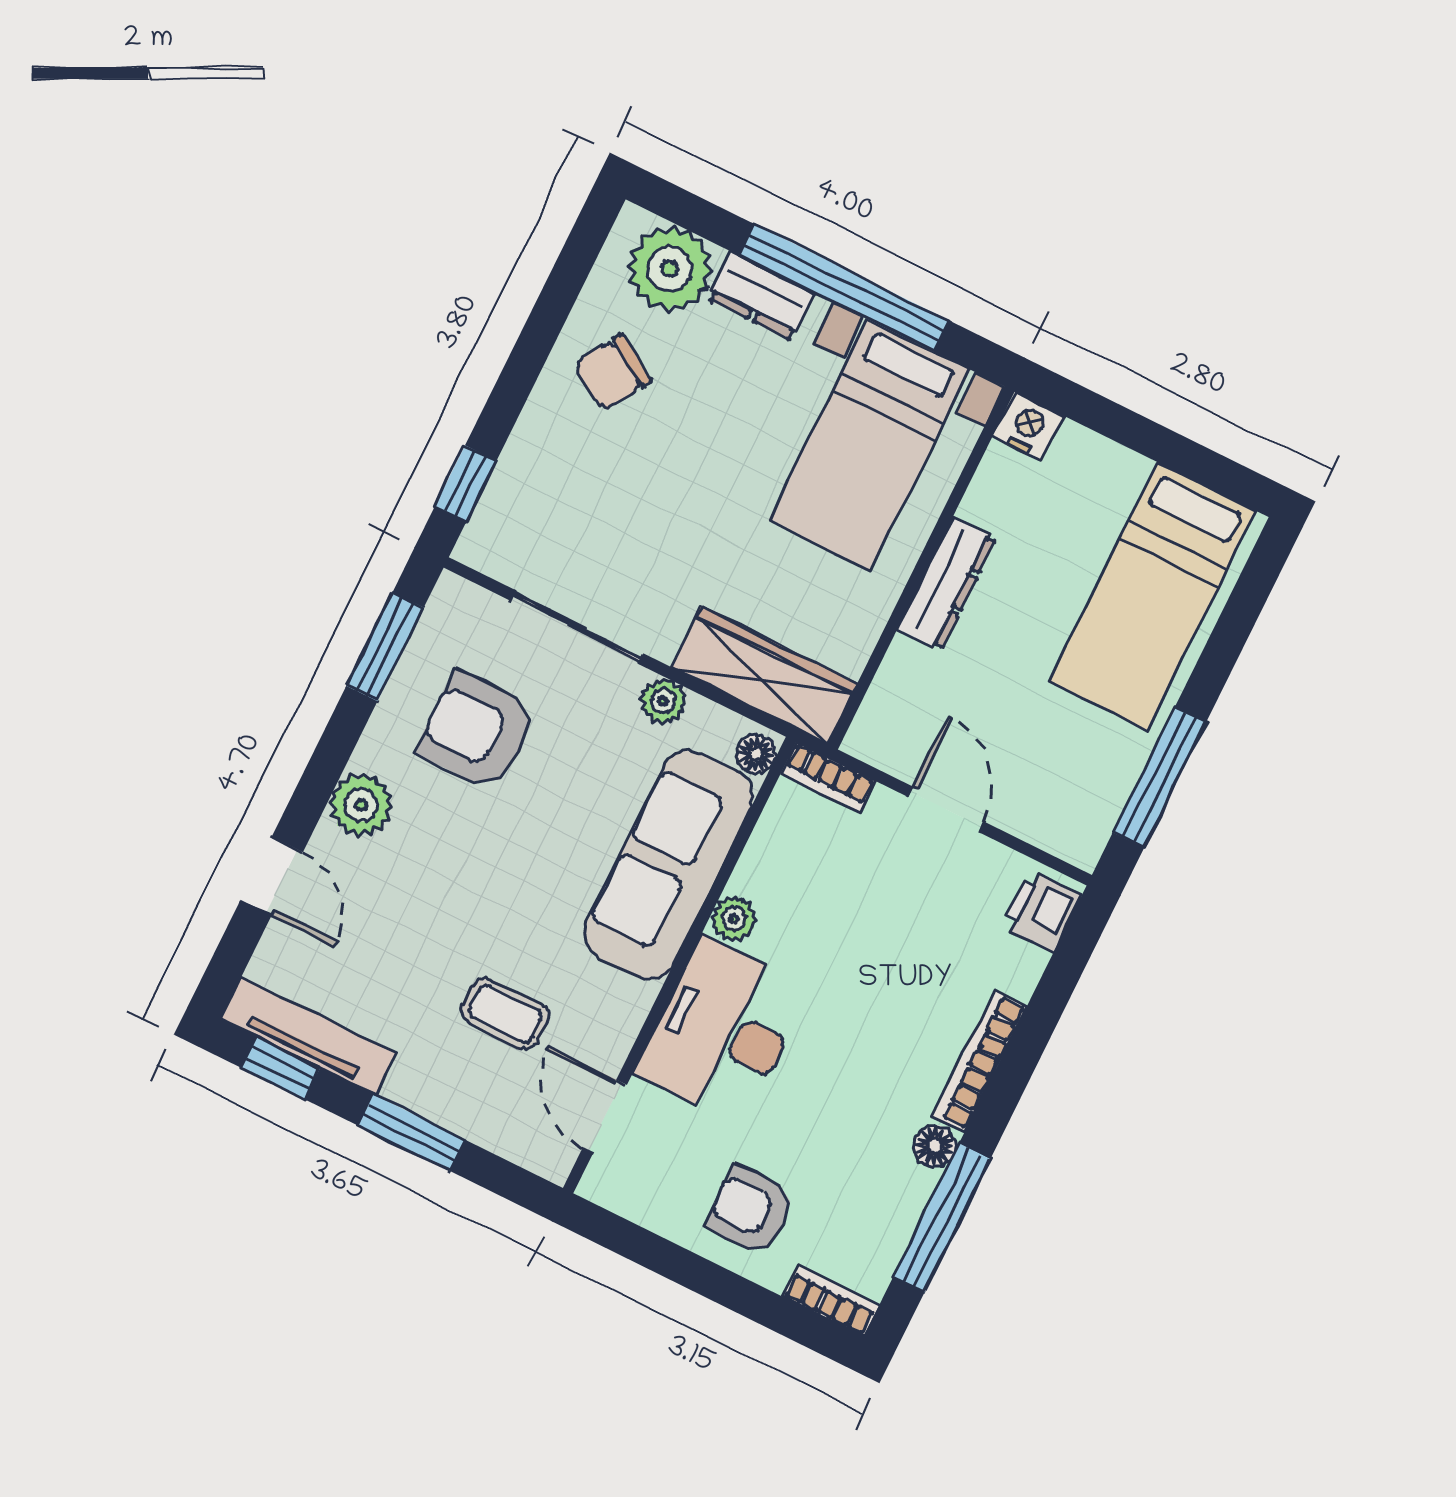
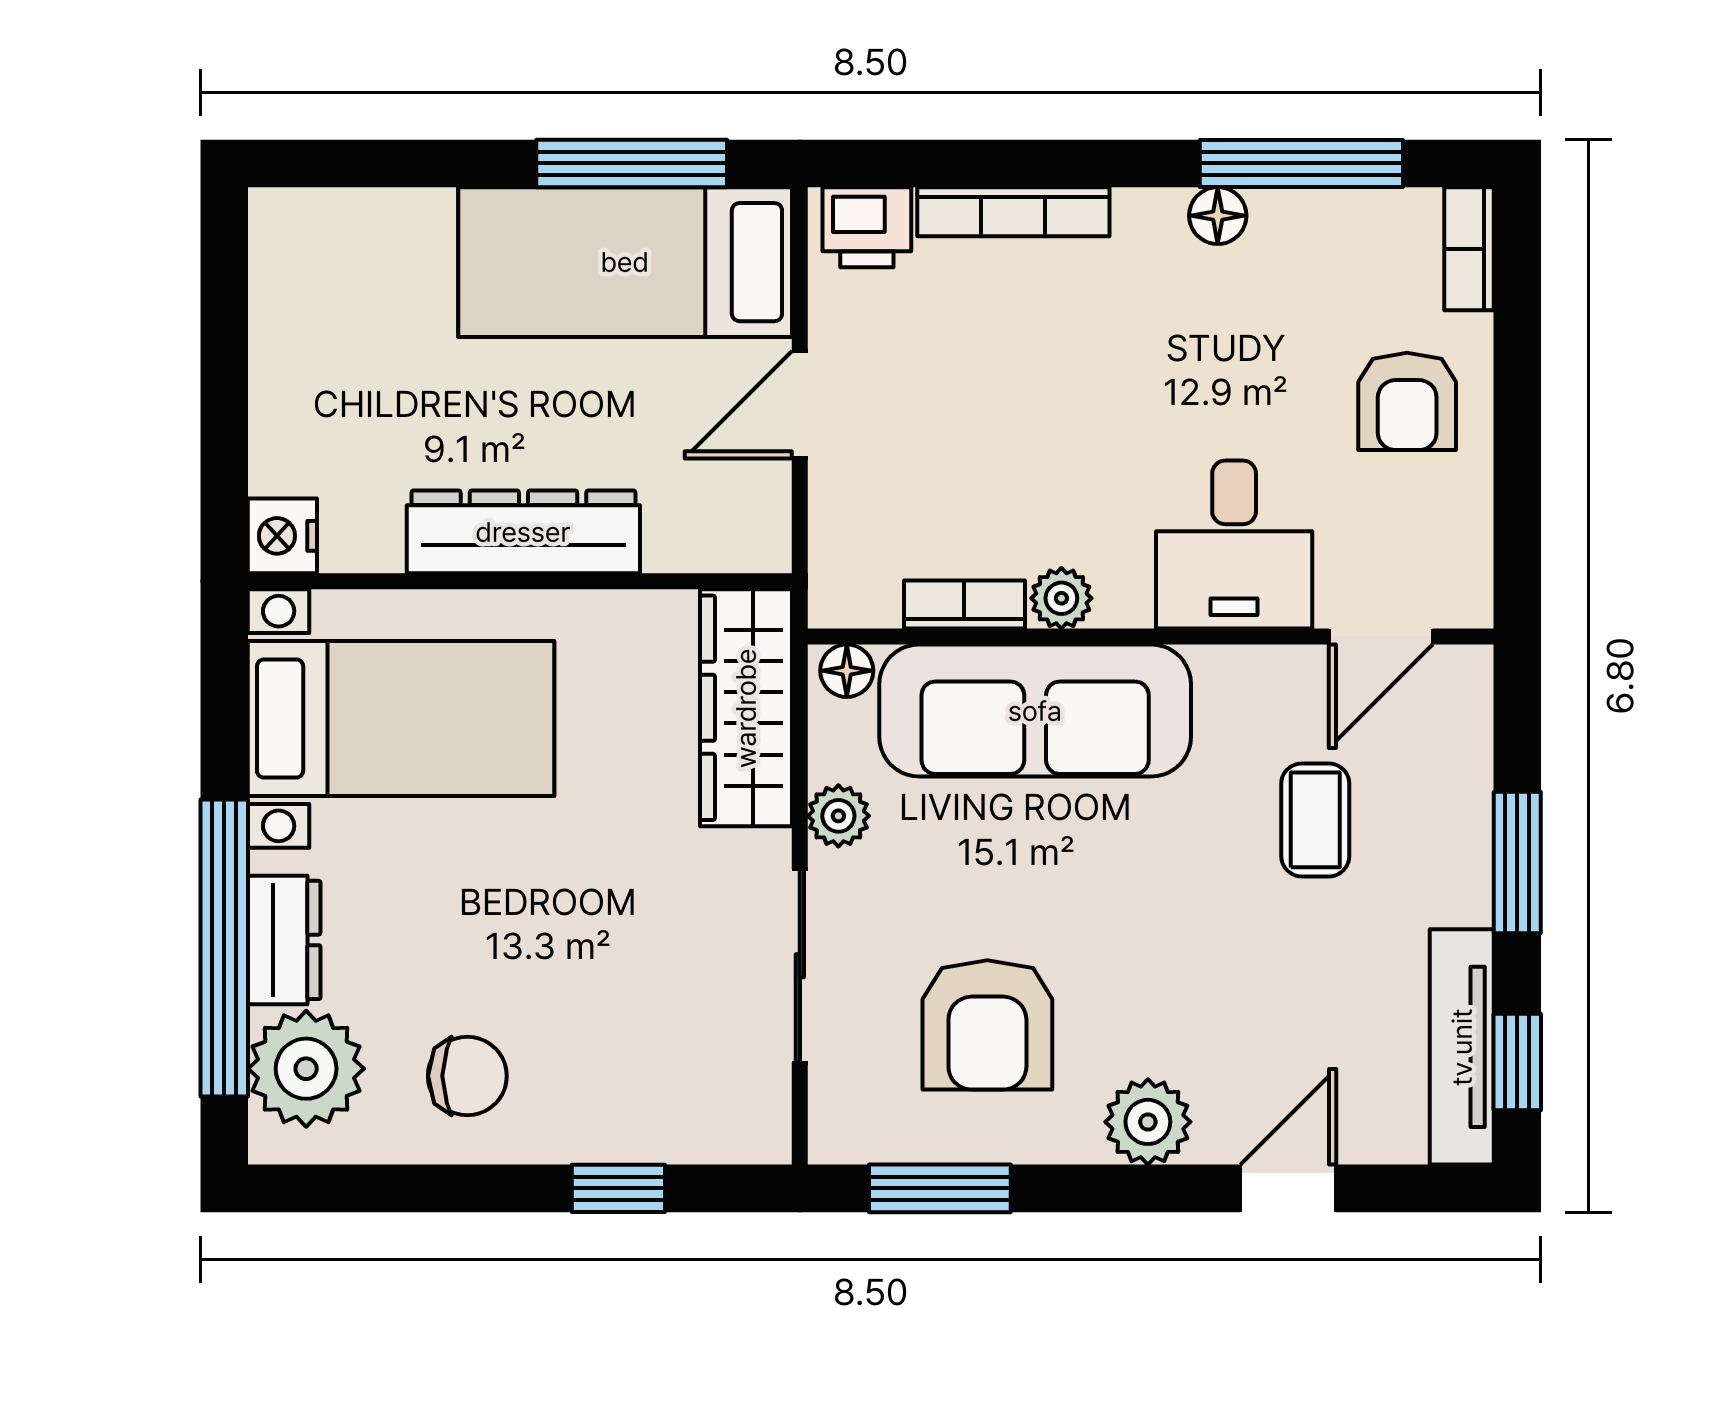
window: (844, 288) -> (224, 948), moved
chair: (613, 372) -> (467, 1076), turned -32
window: (466, 484) -> (618, 1188), moved
dresser: (947, 584) -> (523, 532), width x1.37, depth x1.24
bed: (1152, 596) -> (625, 262), moved, turned 180
bookcase: (828, 777) -> (964, 604), moved, turned -90
desk: (722, 1031) -> (1234, 545), width x0.73
bookcase: (980, 1061) -> (1013, 212), moved

